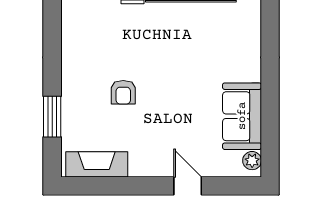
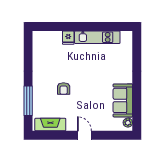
window: (52, 117) -> (28, 101), width x1.44
door: (188, 186) -> (84, 135), moved

